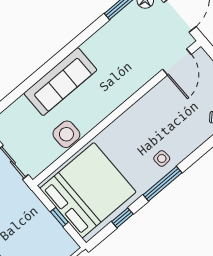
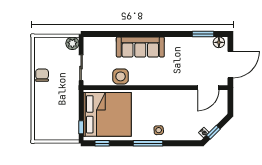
window: (59, 217) -> (81, 127), moved
window: (122, 218) -> (102, 143), moved

